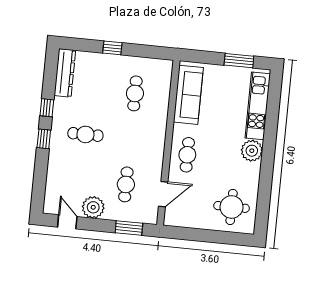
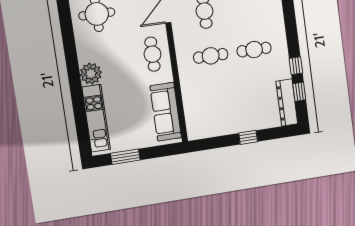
cafe table: (135, 93) -> (211, 56), moved, turned 90
window: (44, 139) -> (299, 92), moved

